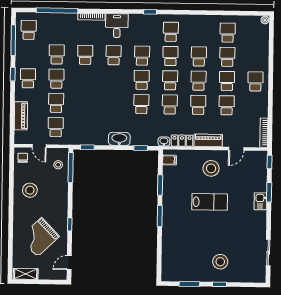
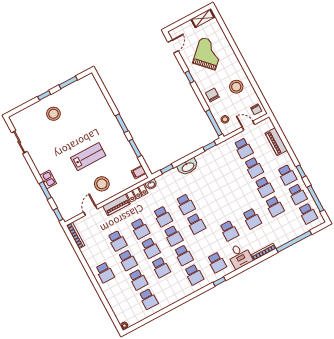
school desk: (28, 54) -> (297, 194), added
school desk: (142, 56) -> (217, 262), moved
chair: (57, 195) -> (212, 95), added
lab bench: (210, 202) -> (88, 157), turned 180

